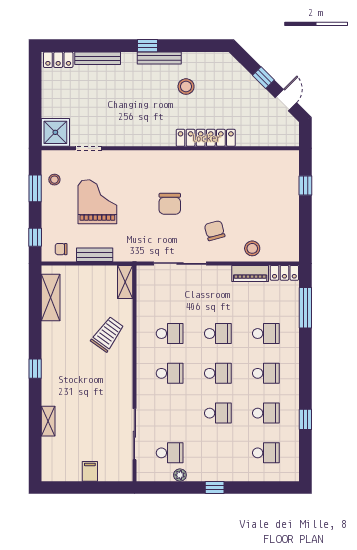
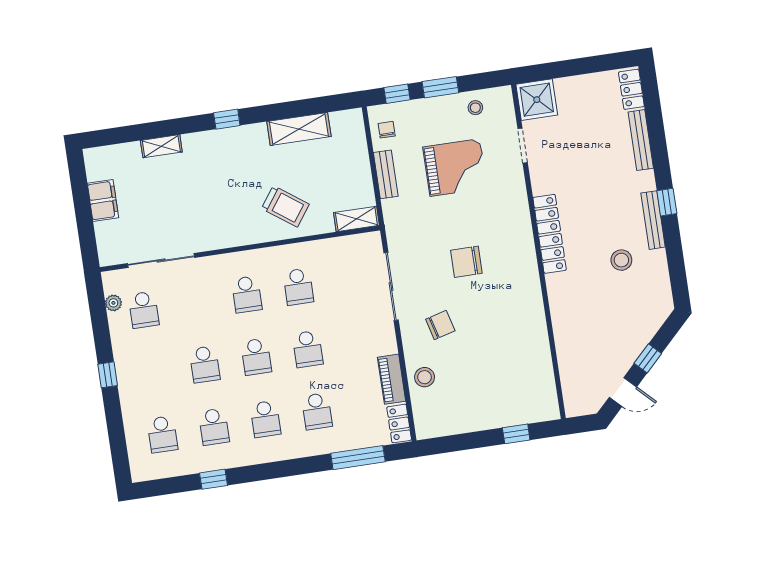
locker: (206, 138) -> (550, 234), moved
window: (35, 188) -> (440, 87), moved
shelving: (51, 297) -> (299, 129), moved
filing cabinet: (90, 471) -> (103, 200), width x2.00
plant: (180, 475) -> (113, 303), moved

